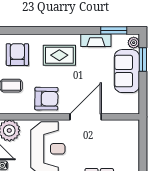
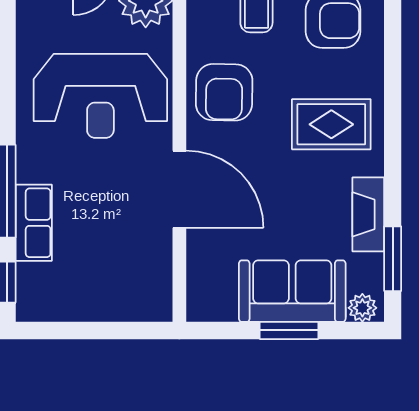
rug: (59, 55) -> (331, 124), turned 90
window: (143, 59) -> (289, 330), moved

